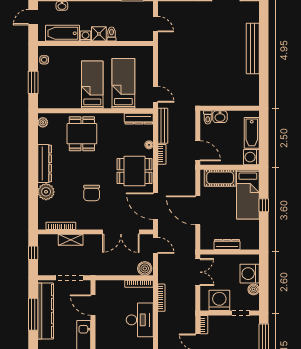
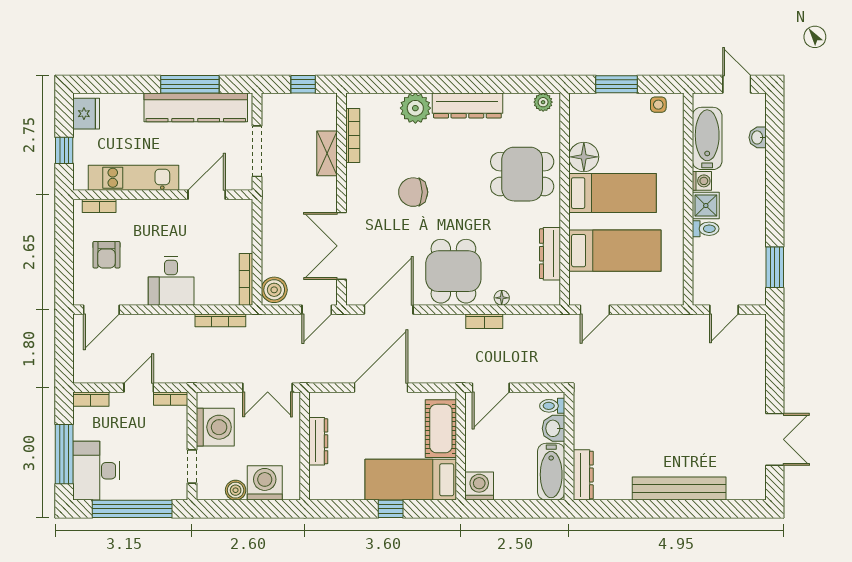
floor lamp: (73, 100) -> (584, 157), added
dresser: (245, 101) -> (583, 475), added
dresser: (139, 119) -> (550, 254), moved
bench: (163, 126) -> (537, 323), removed
bathtub: (252, 133) -> (551, 472), moved, turned -90
desk: (140, 320) -> (171, 281), width x0.73

